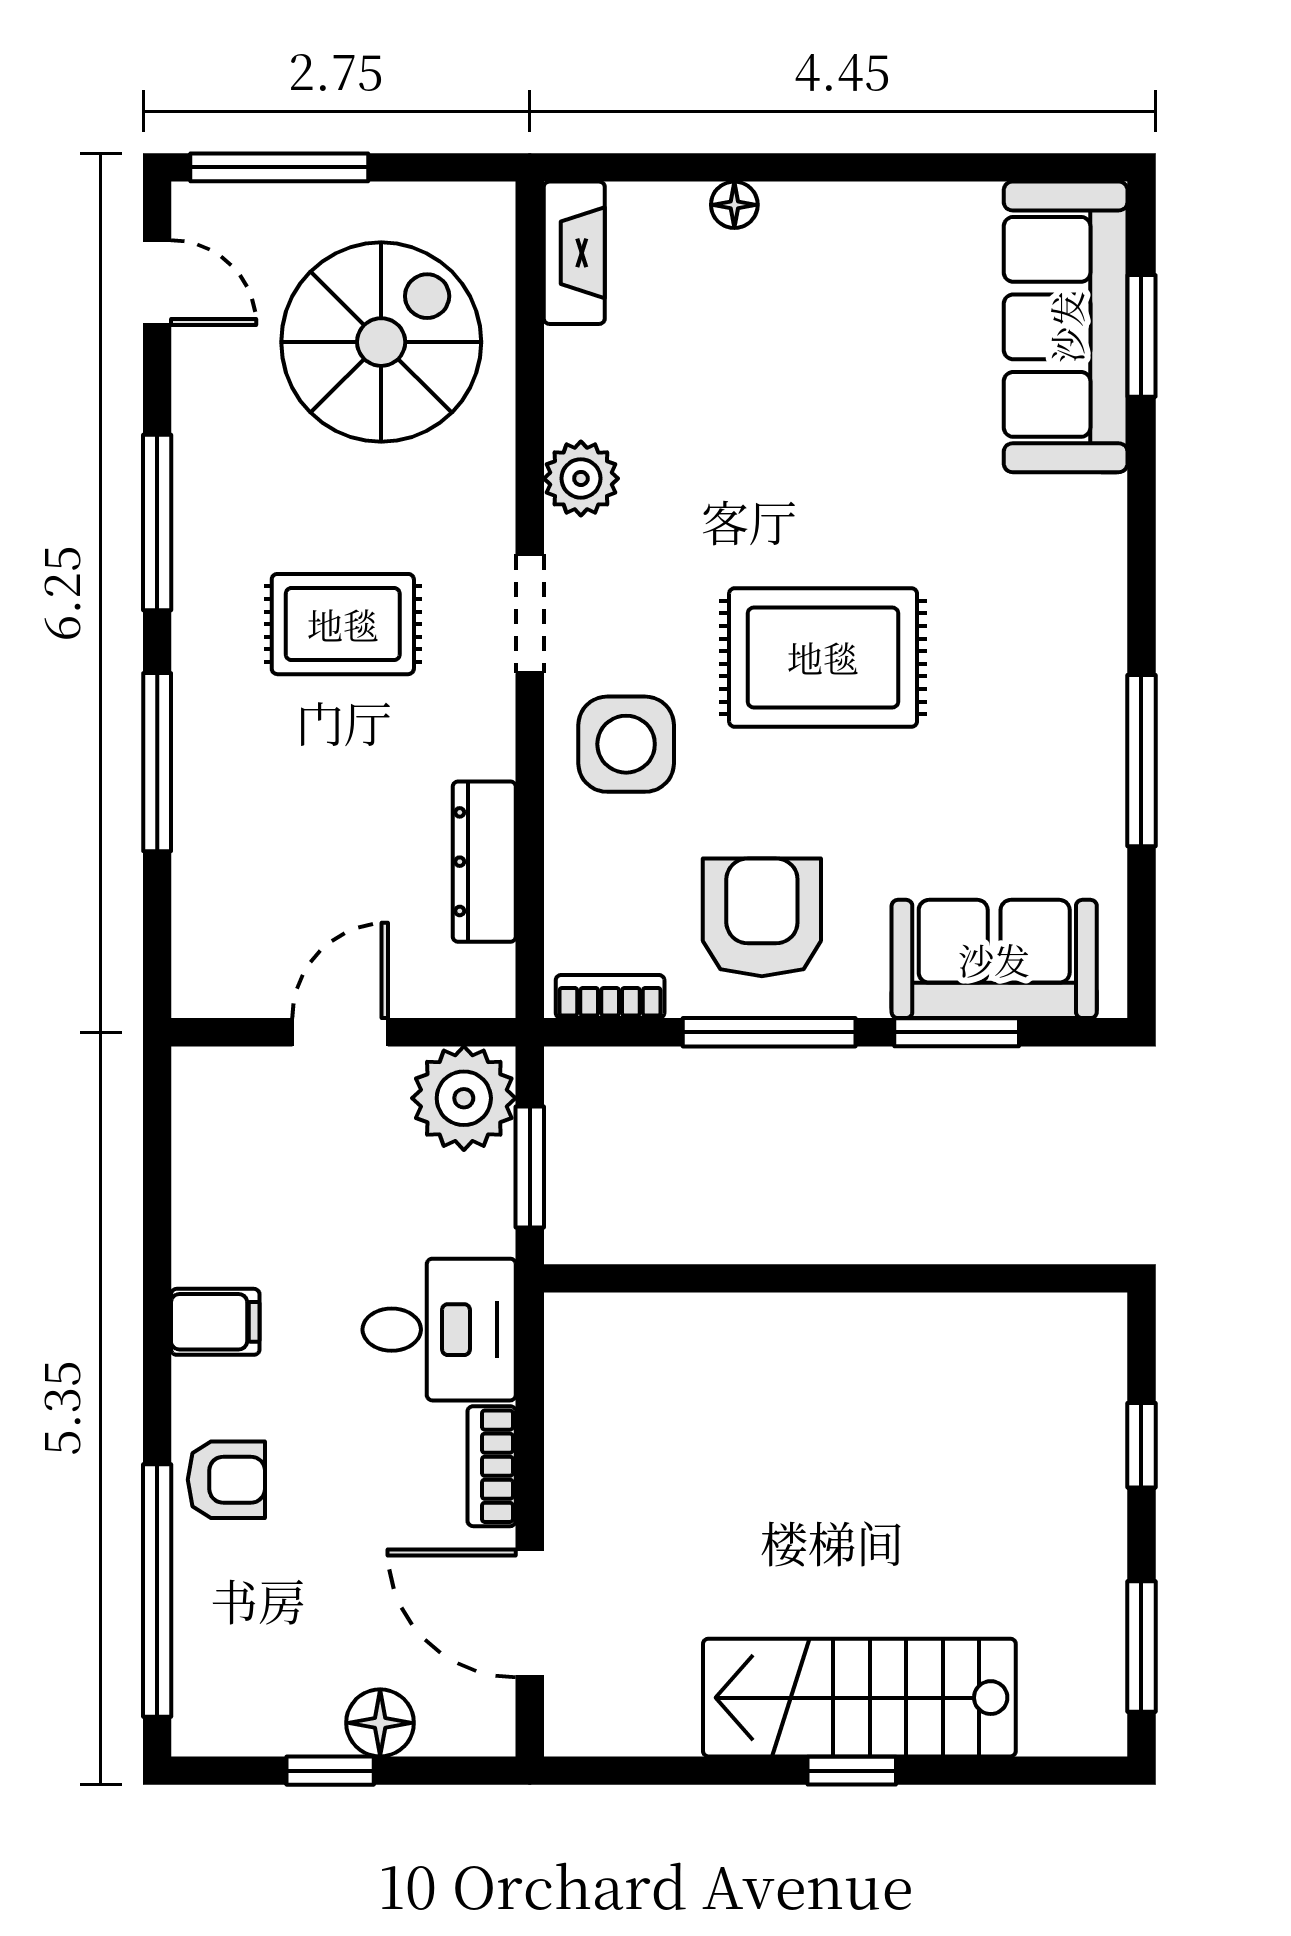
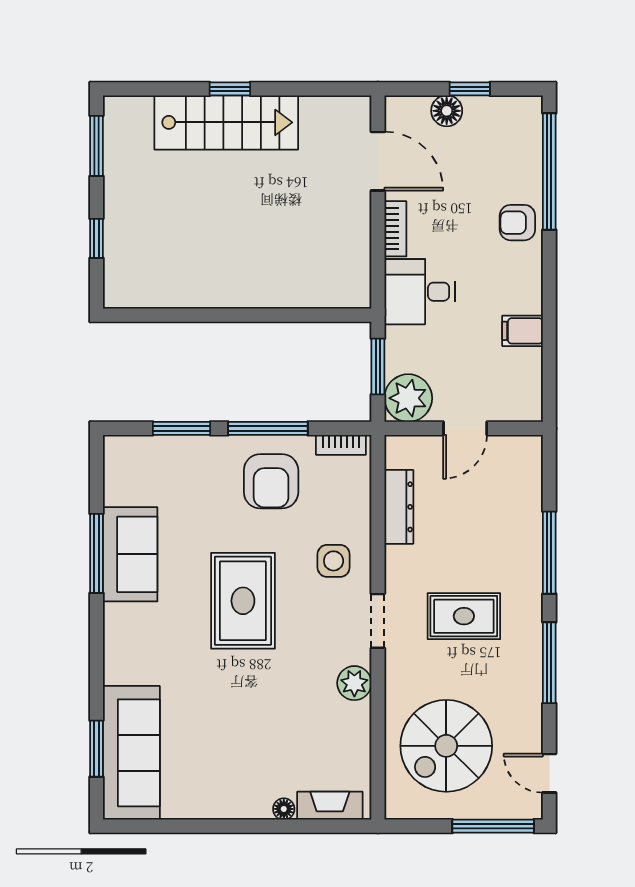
fireplace: (574, 253) -> (330, 806), moved, turned 90
rug: (823, 657) -> (243, 601), turned 90
side table: (626, 744) -> (334, 561), width x0.73, depth x0.73
sofa: (994, 959) -> (130, 554), moved, turned -90
filing cabinet: (215, 1322) -> (523, 331), moved

